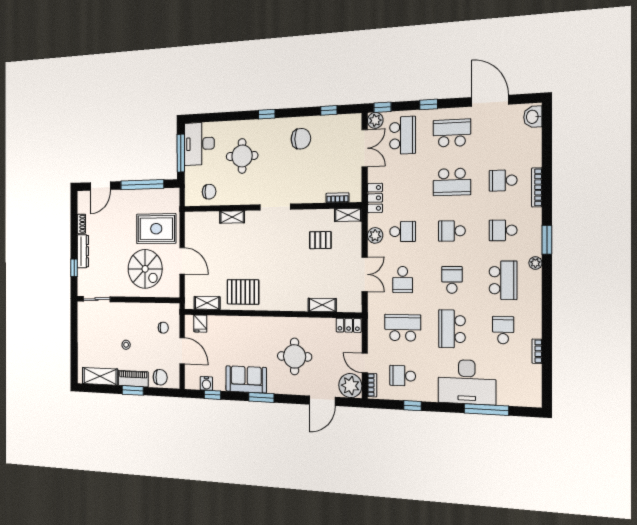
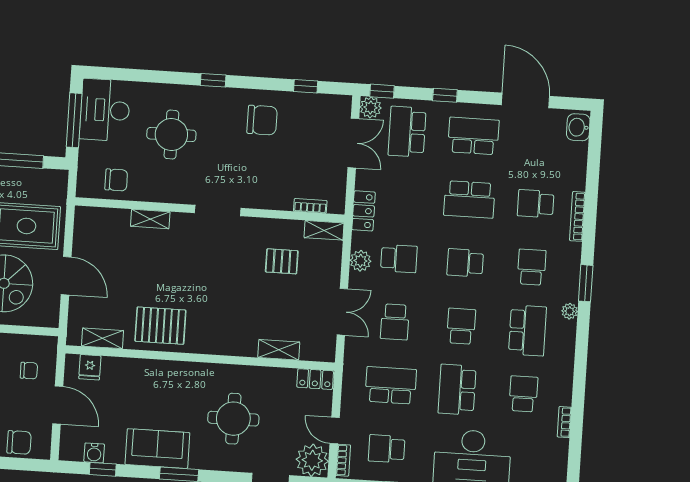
school desk: (403, 135) -> (407, 132), turned 180
school desk: (503, 230) -> (532, 267), turned 90

